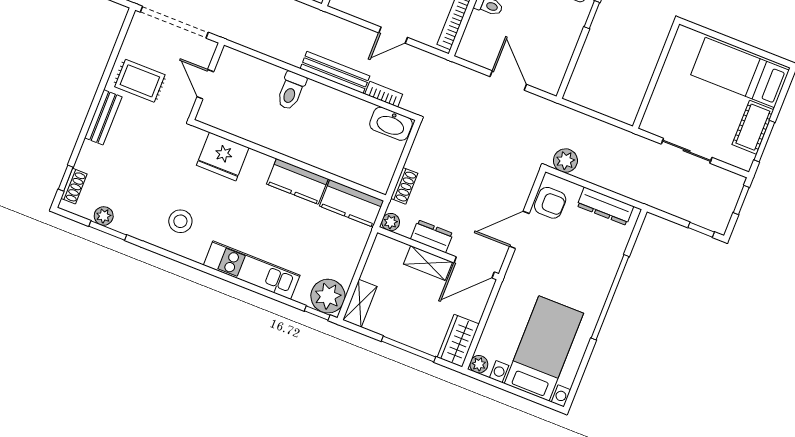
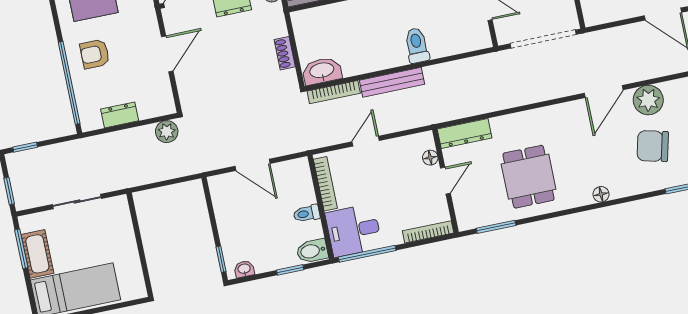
bookcase: (384, 94) -> (334, 92), width x1.56
shoe rack: (404, 186) -> (285, 53), moved
armchair: (550, 203) -> (95, 54), moved
dresser: (605, 206) -> (120, 115), width x0.70
window: (610, 297) -> (69, 83), moved

